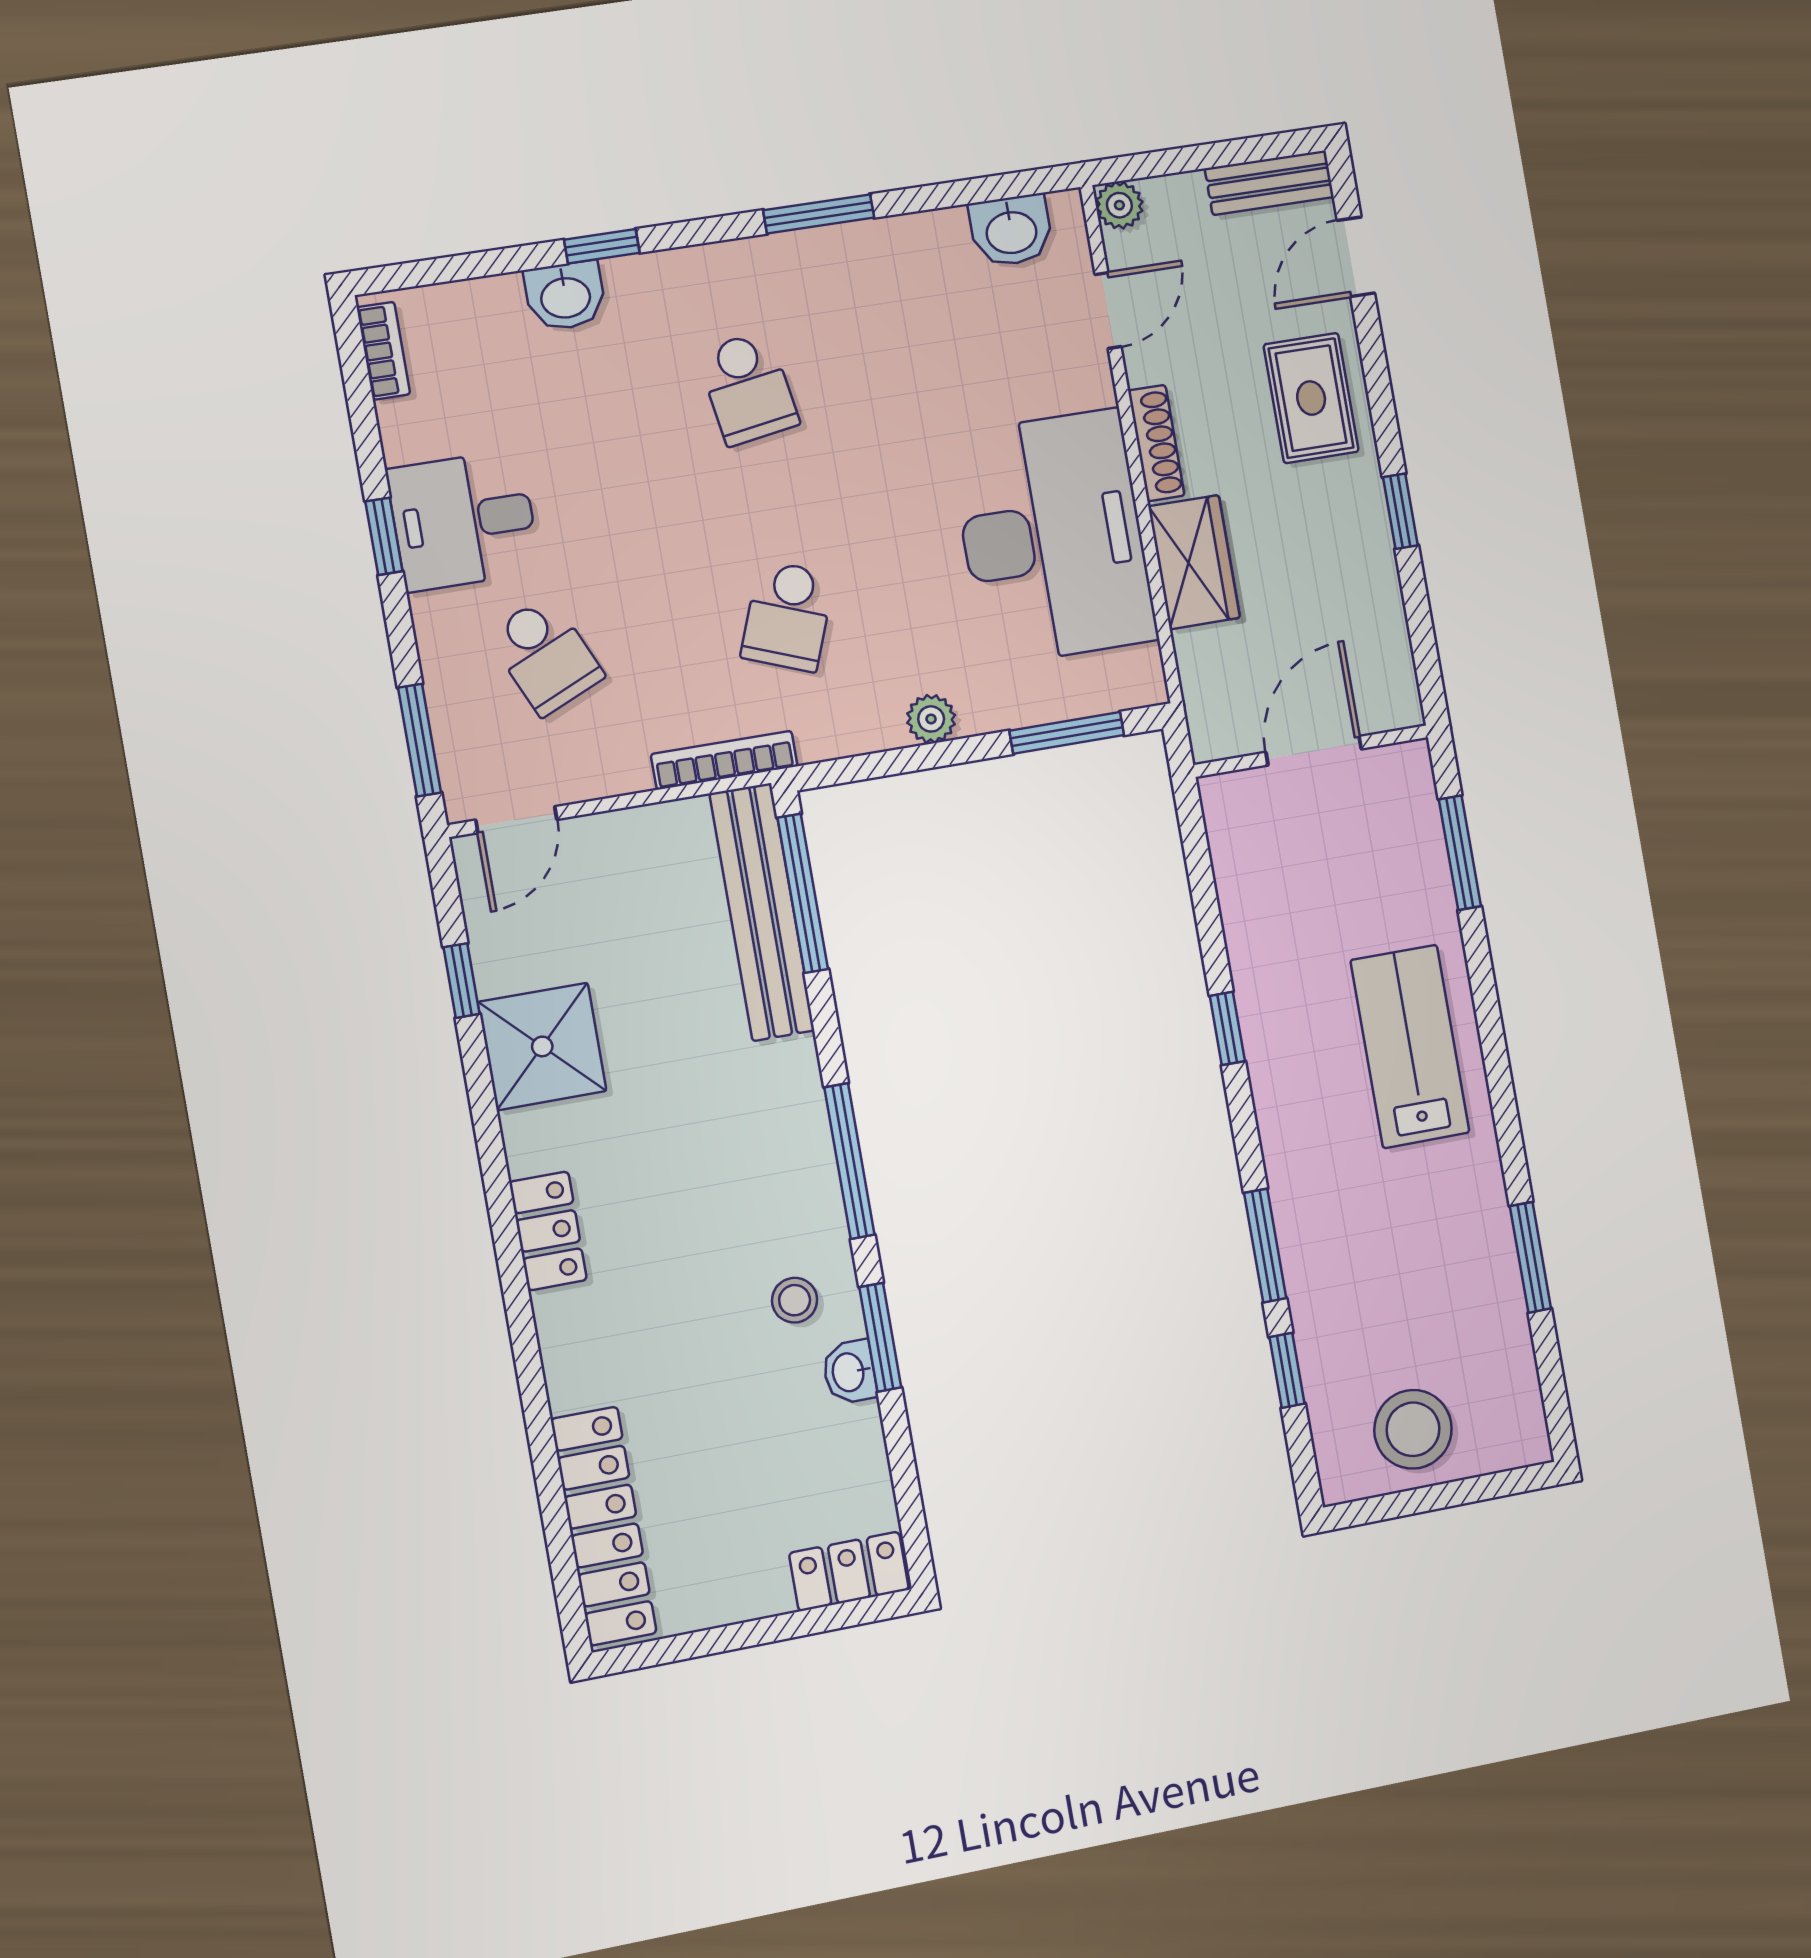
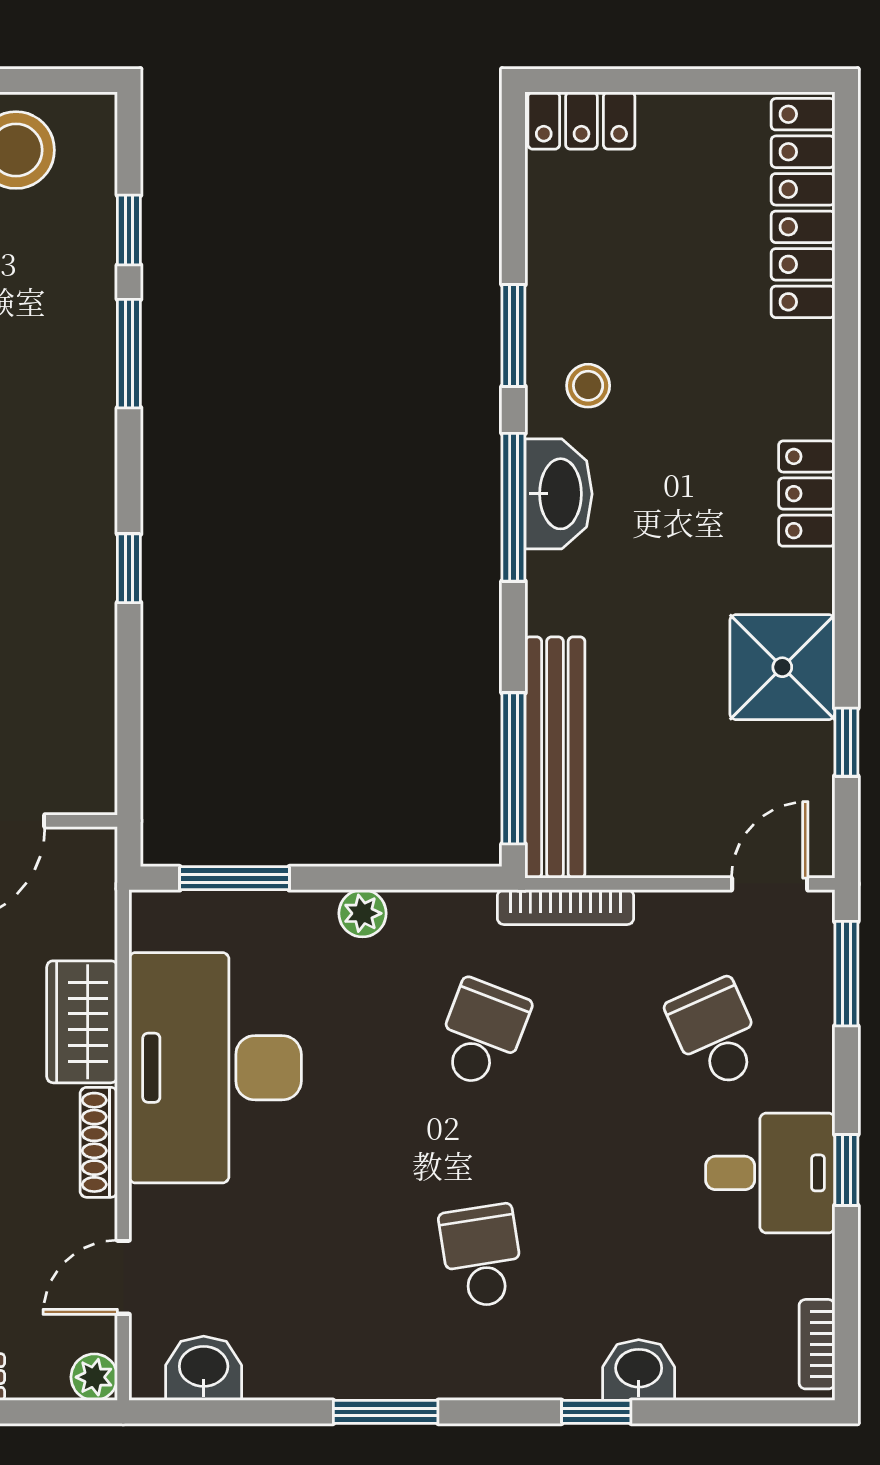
washbasin: (850, 1372) -> (559, 494), moved, width x1.91, depth x1.45

